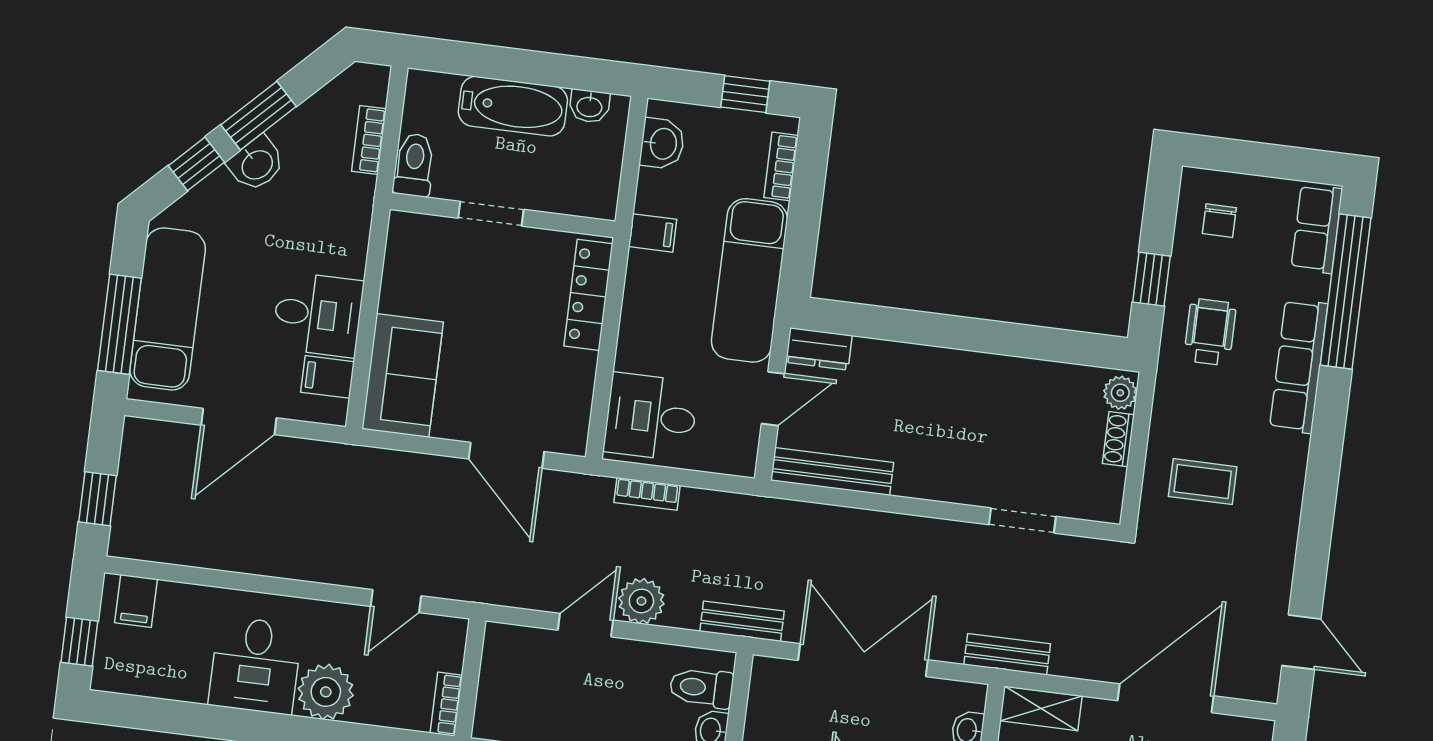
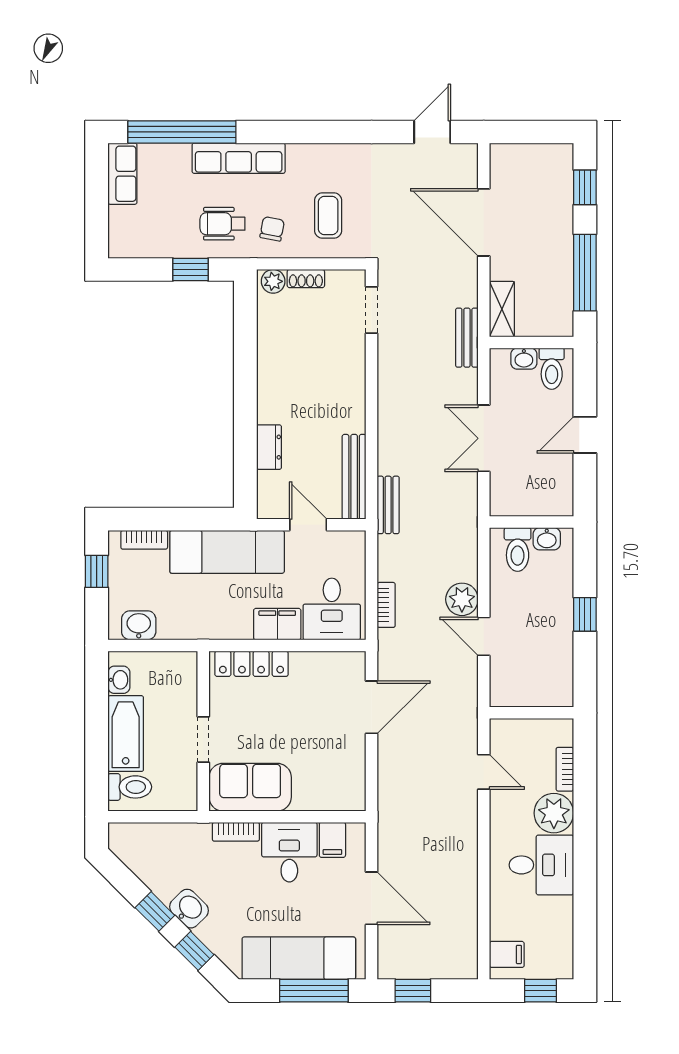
window: (259, 116) -> (155, 911), width x0.67
bookcase: (369, 140) -> (236, 832), moved
toilet: (414, 165) -> (130, 787), moved, turned 180
chair: (1219, 221) -> (272, 229), moved, turned -79
row of seats: (1317, 229) -> (122, 174), moved, turned -90
filing cabinet: (653, 233) -> (277, 624), moved, width x2.00
dresser: (819, 349) -> (269, 447), moved
sofa: (403, 375) -> (250, 787), moved
window: (97, 499) -> (413, 991), moved
doorway: (1022, 521) -> (372, 310), moved
bench: (742, 621) -> (388, 505), moved
double door: (863, 660) -> (484, 438), width x0.73
bookcase: (446, 704) -> (565, 769), moved, turned 90

